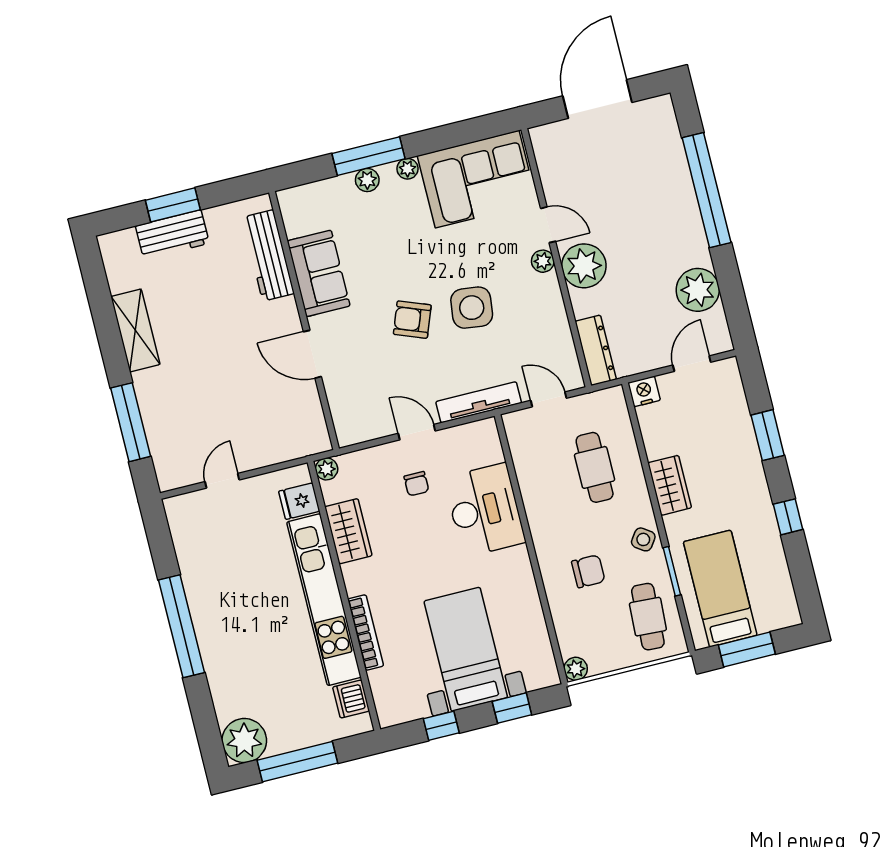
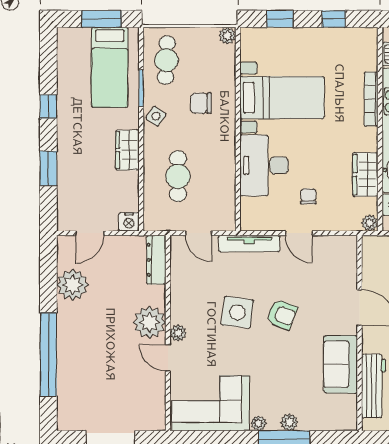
bed with nightstands: (466, 649) -> (282, 98), moved, turned -90

